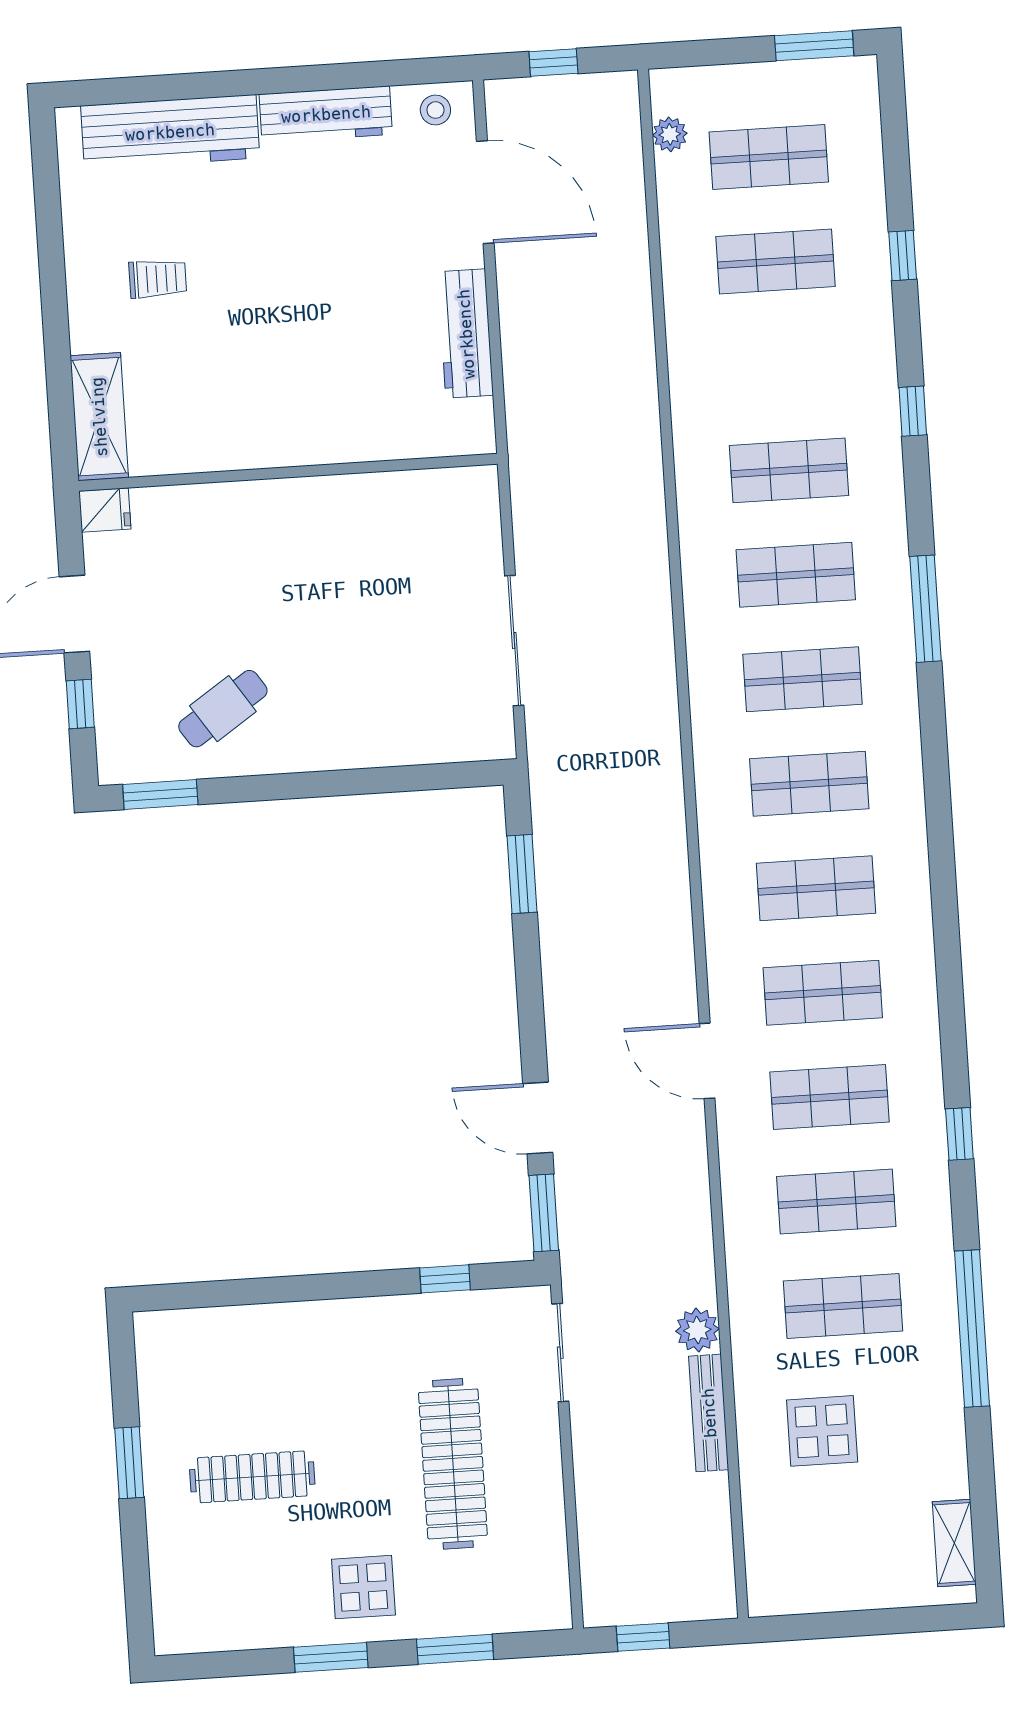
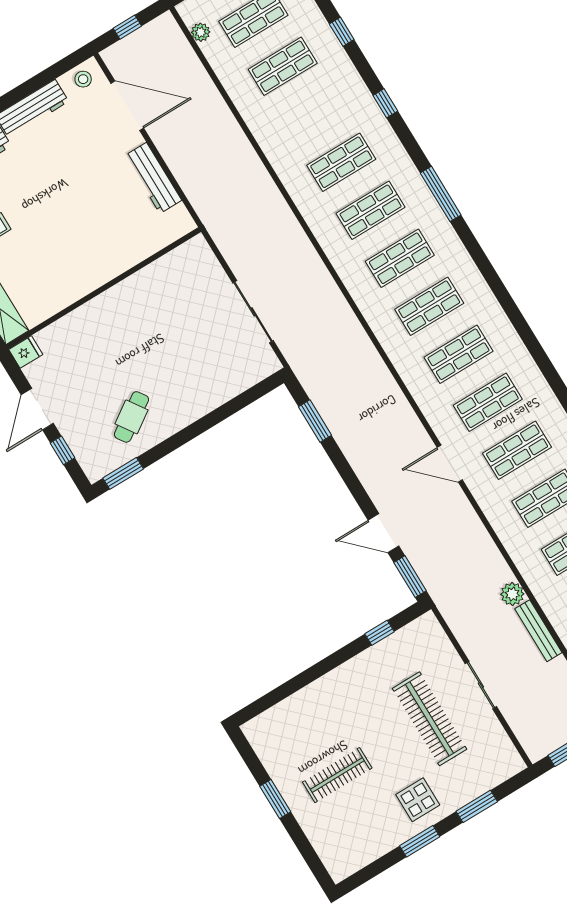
sliding door: (560, 1353) -> (481, 685), moved

